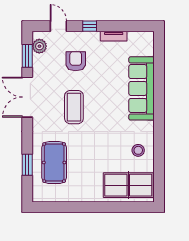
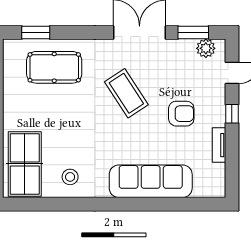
armchair: (76, 61) -> (181, 114), moved
coffee table: (74, 107) -> (126, 93), turned 57
window: (27, 165) -> (36, 32), moved

